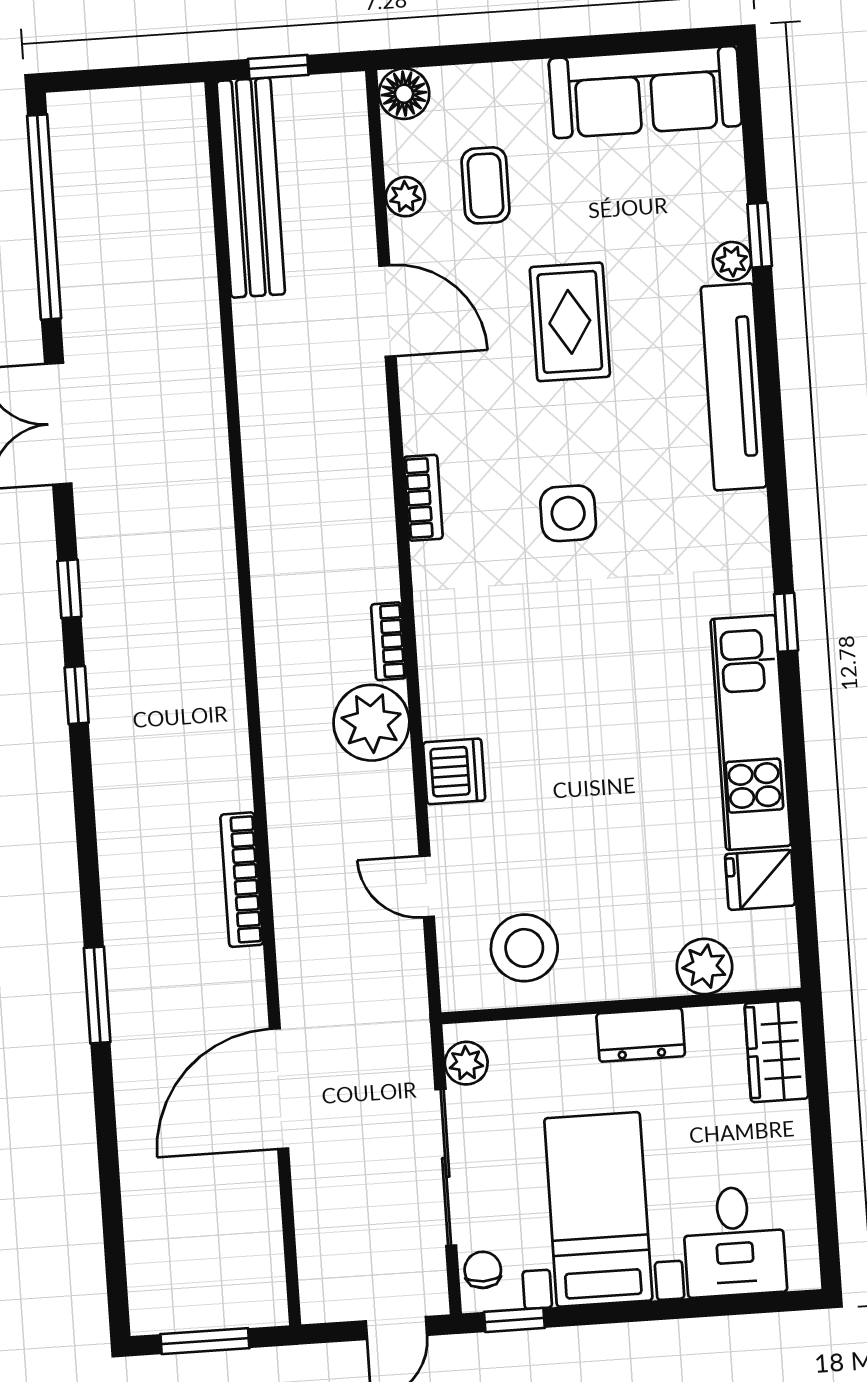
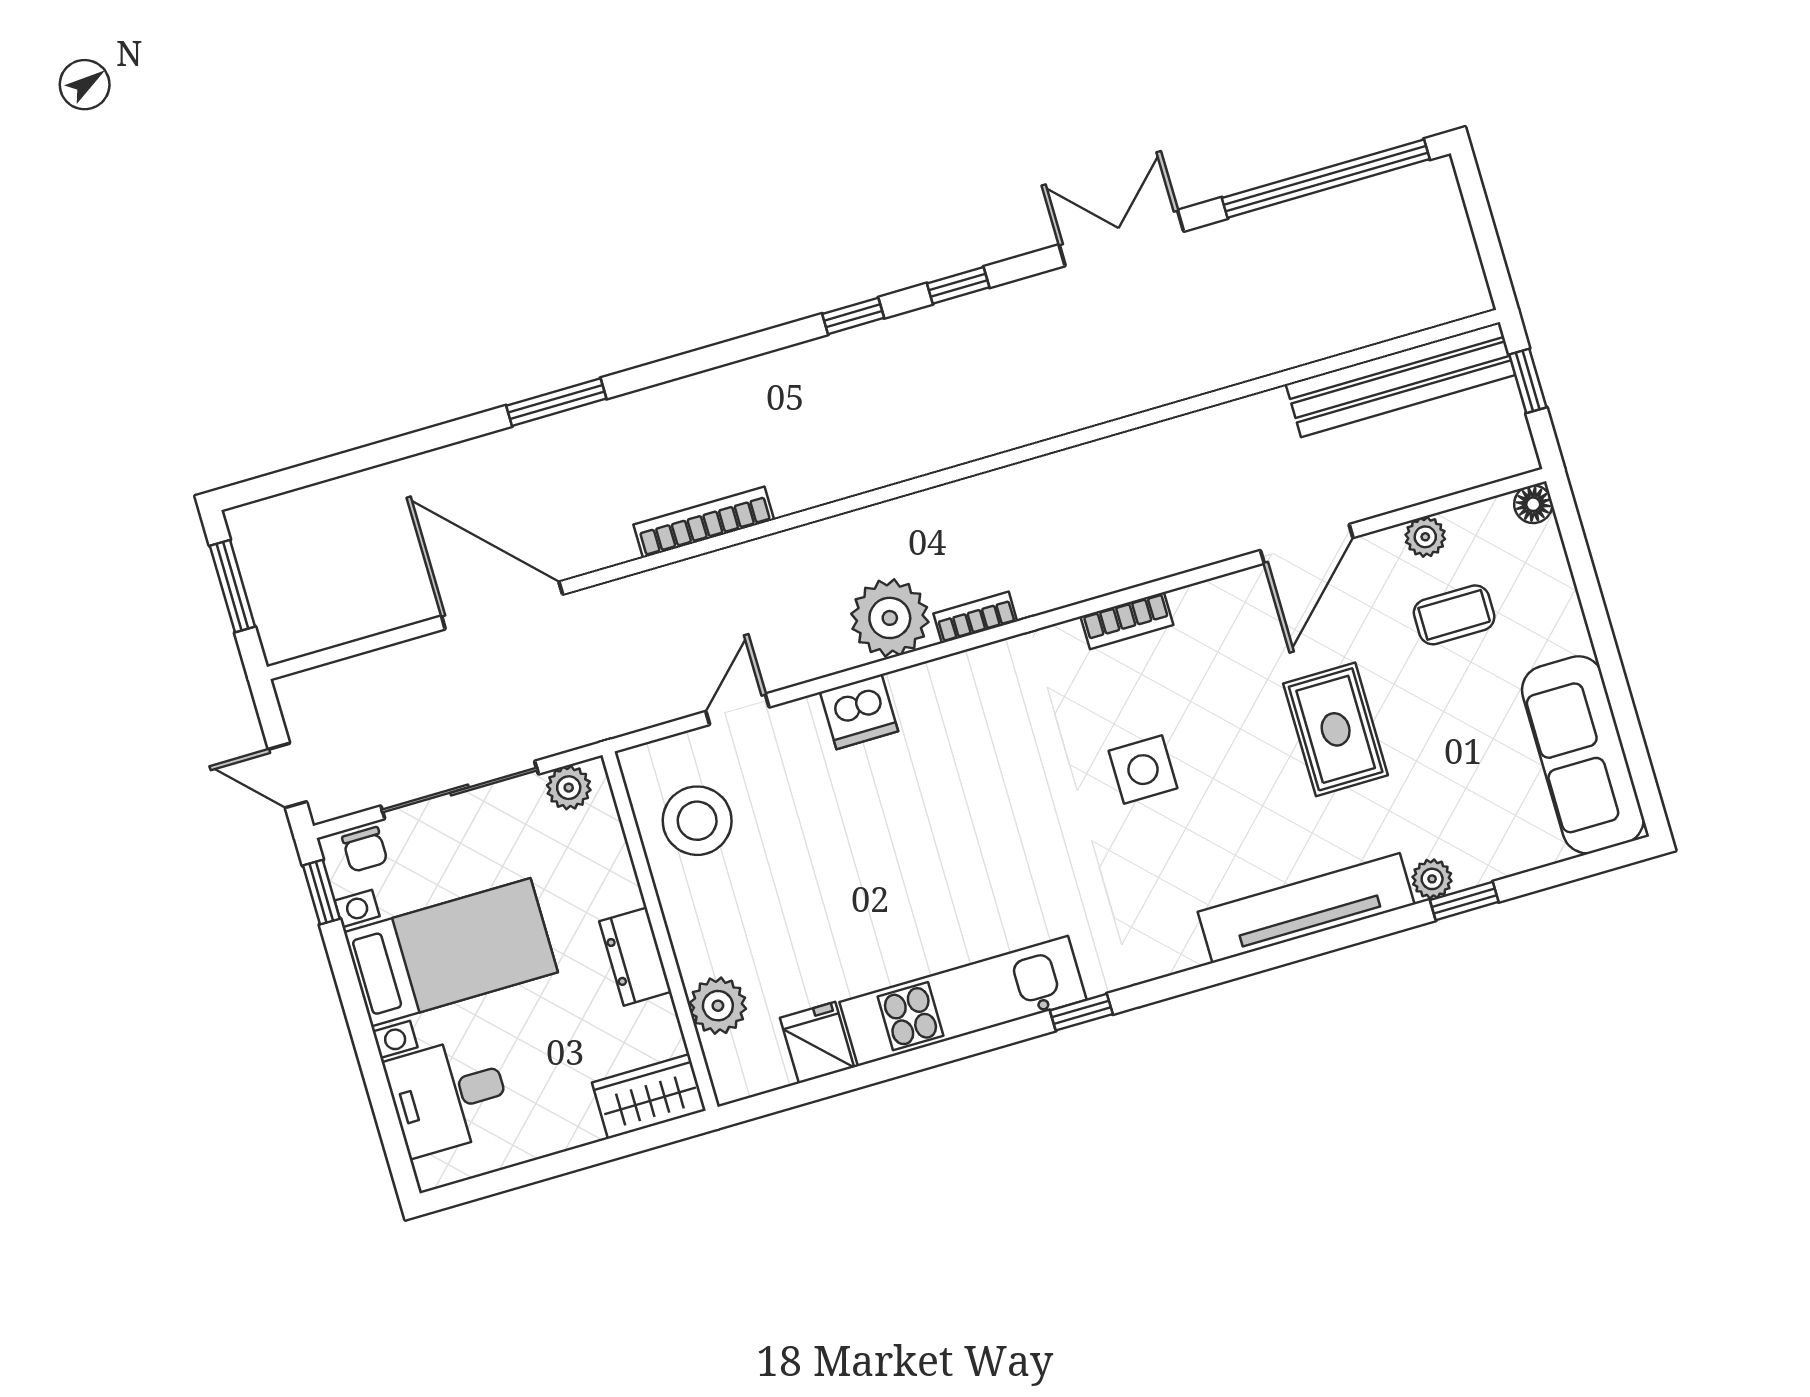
floor lamp: (404, 94) -> (1533, 504), width x0.73, depth x0.73
rug: (570, 322) -> (1336, 729), turned 90
chair: (483, 1270) -> (365, 849), turned 90

